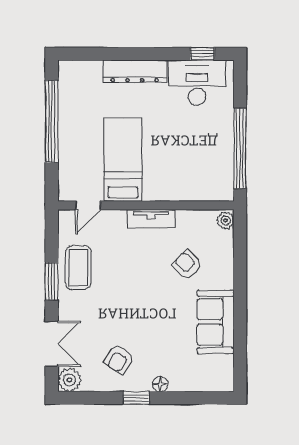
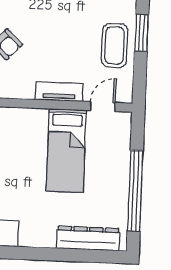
dresser: (135, 71) -> (88, 238), moved
tv unit: (151, 219) -> (59, 92), moved

